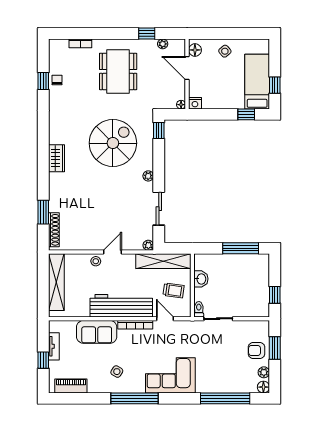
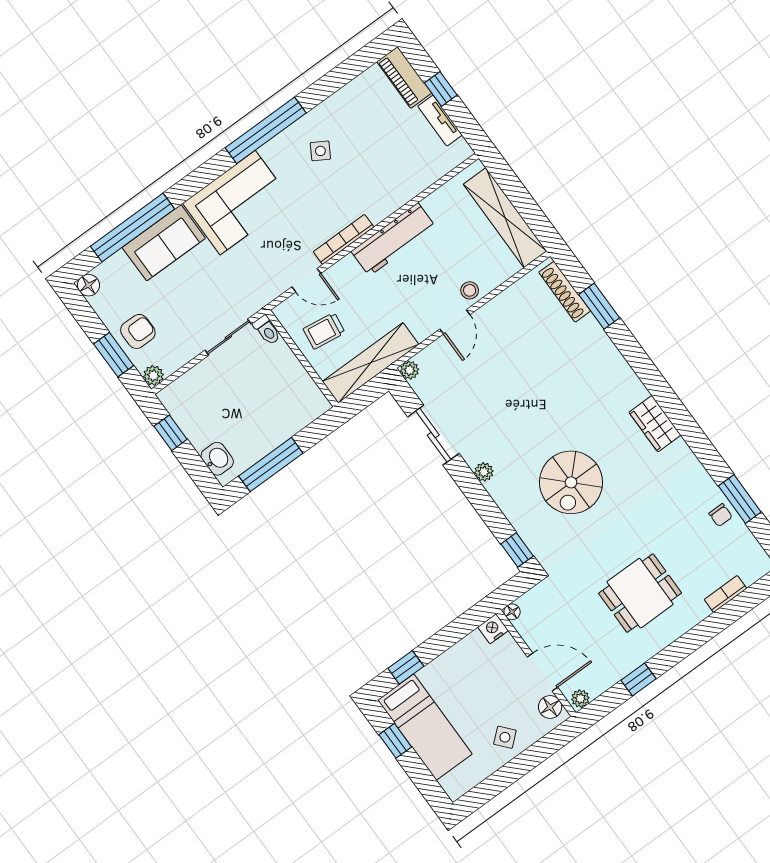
plant: (163, 44) -> (580, 699), moved
dining table: (118, 71) -> (640, 593), width x0.73
window: (43, 81) -> (740, 499), width x1.50
spiral stairs: (113, 143) -> (571, 482), width x0.73, depth x0.73
wardrobe: (57, 158) -> (655, 424), moved
washbasin: (201, 279) -> (217, 459), moved, turned 180
workbench: (121, 306) -> (394, 239), width x0.73, depth x0.76
sofa: (97, 332) -> (164, 243), moved, turned 180
plant: (264, 372) -> (153, 375), moved
piano: (71, 386) -> (404, 77), moved, turned 90

